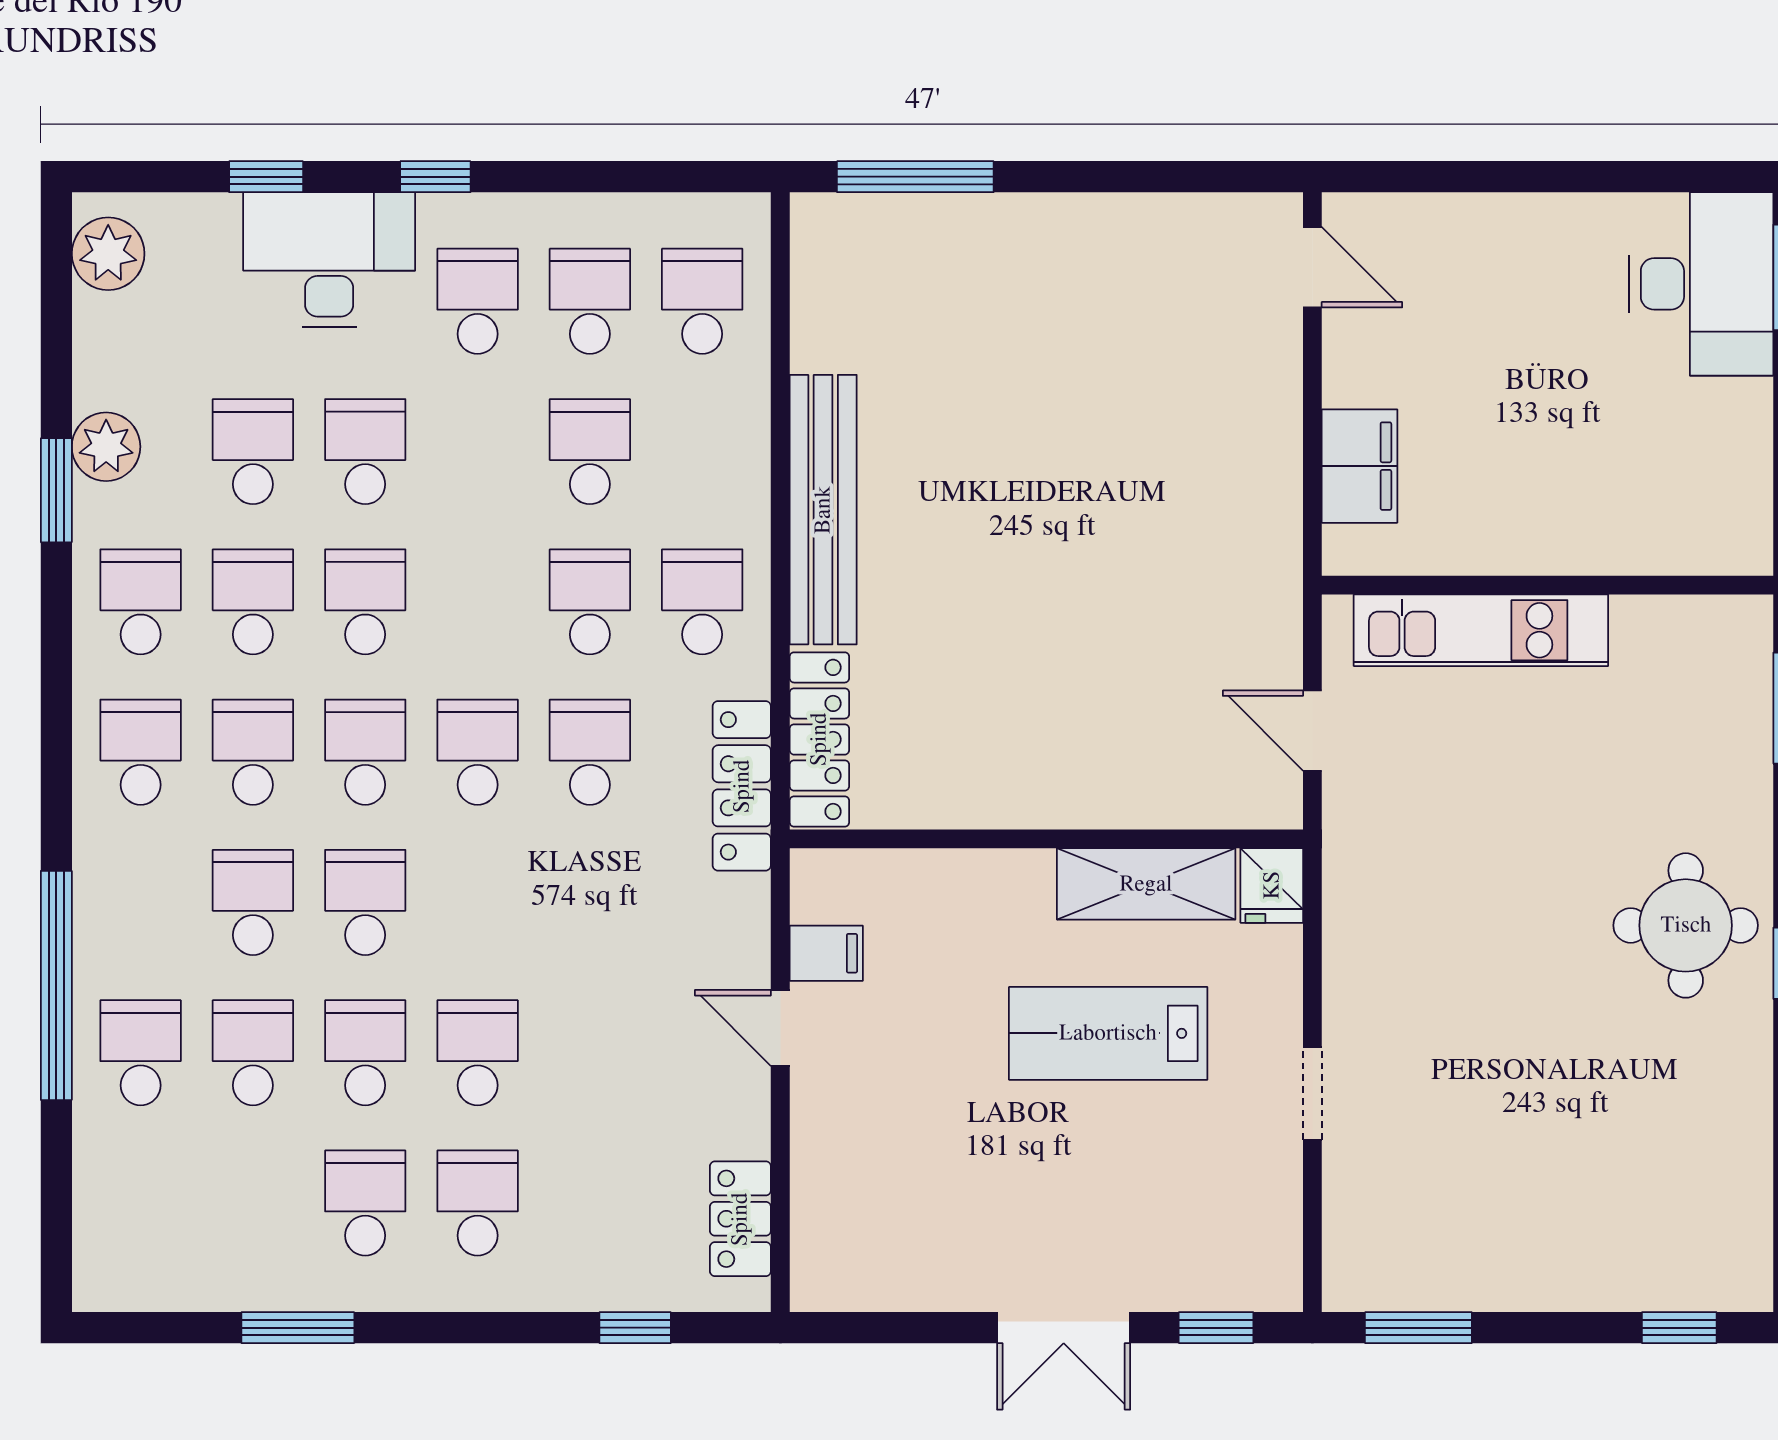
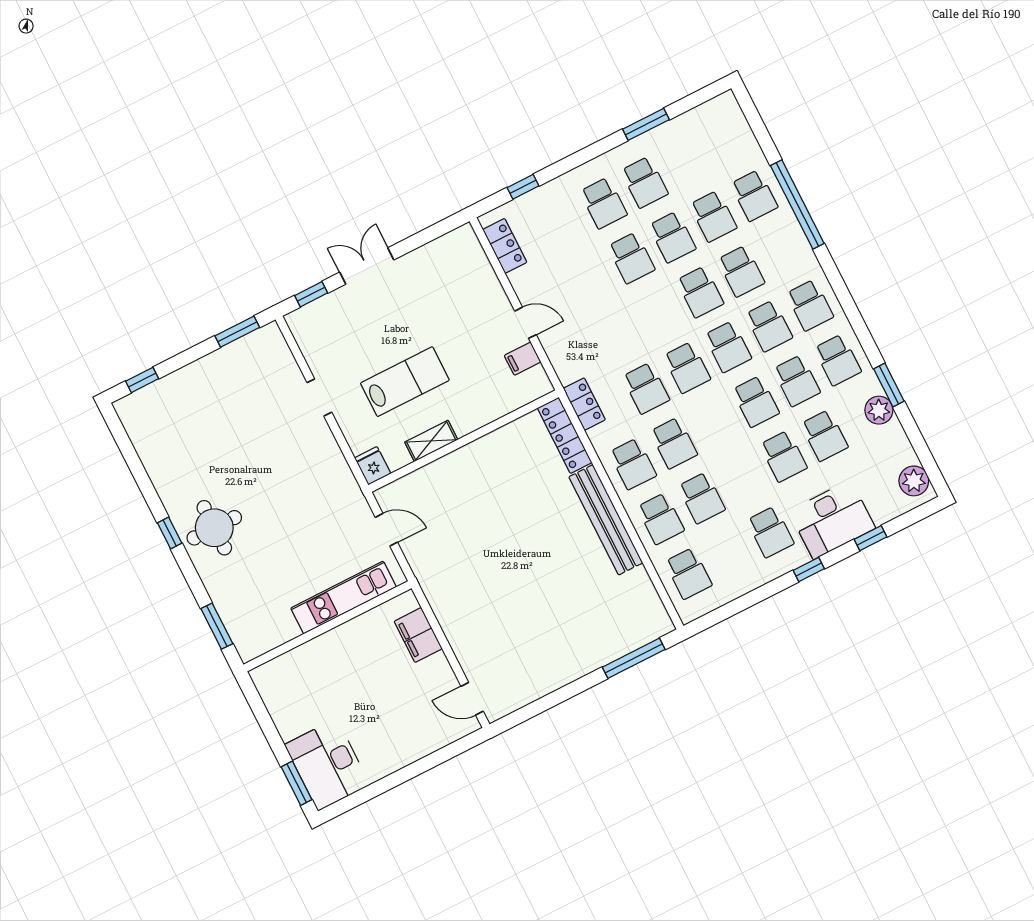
school desk: (590, 301) -> (661, 519), moved
locker: (742, 786) -> (584, 404), width x0.66
shelving: (1146, 884) -> (431, 441), width x0.67, depth x0.75

